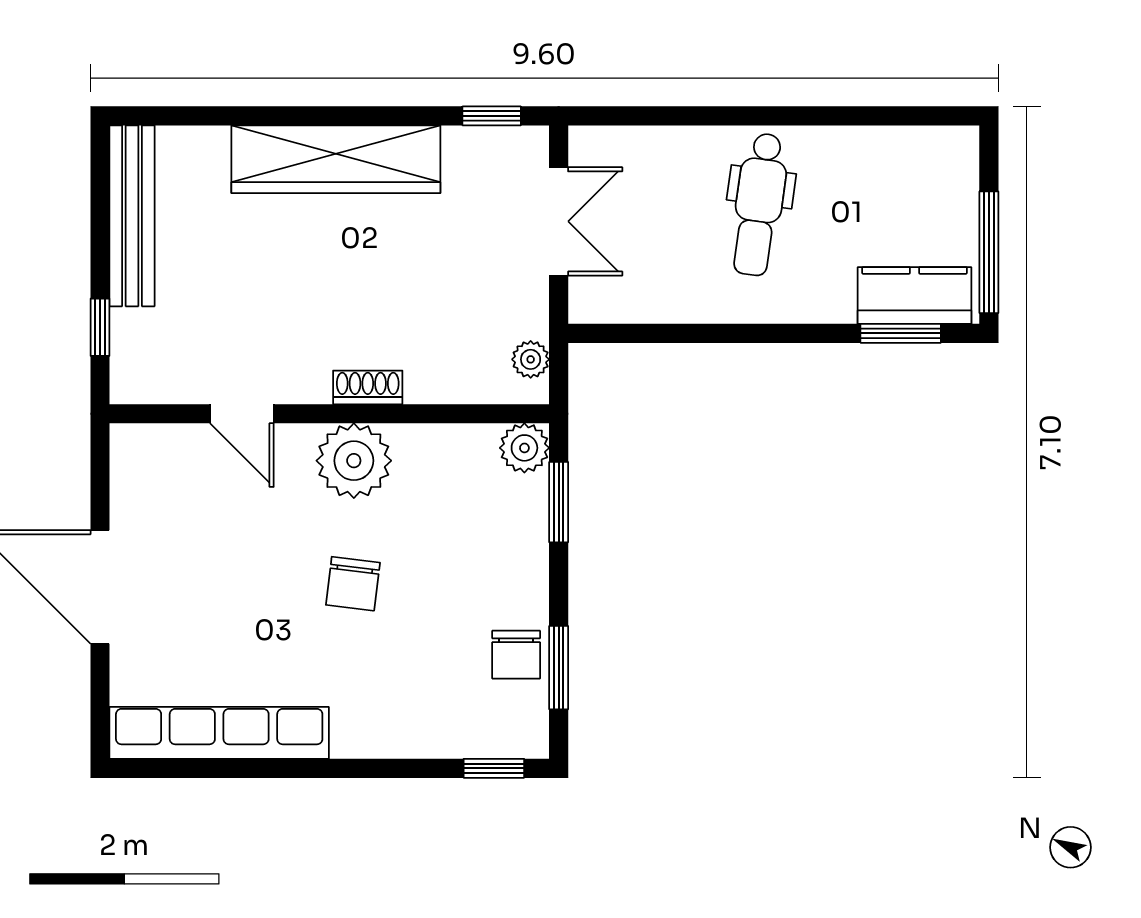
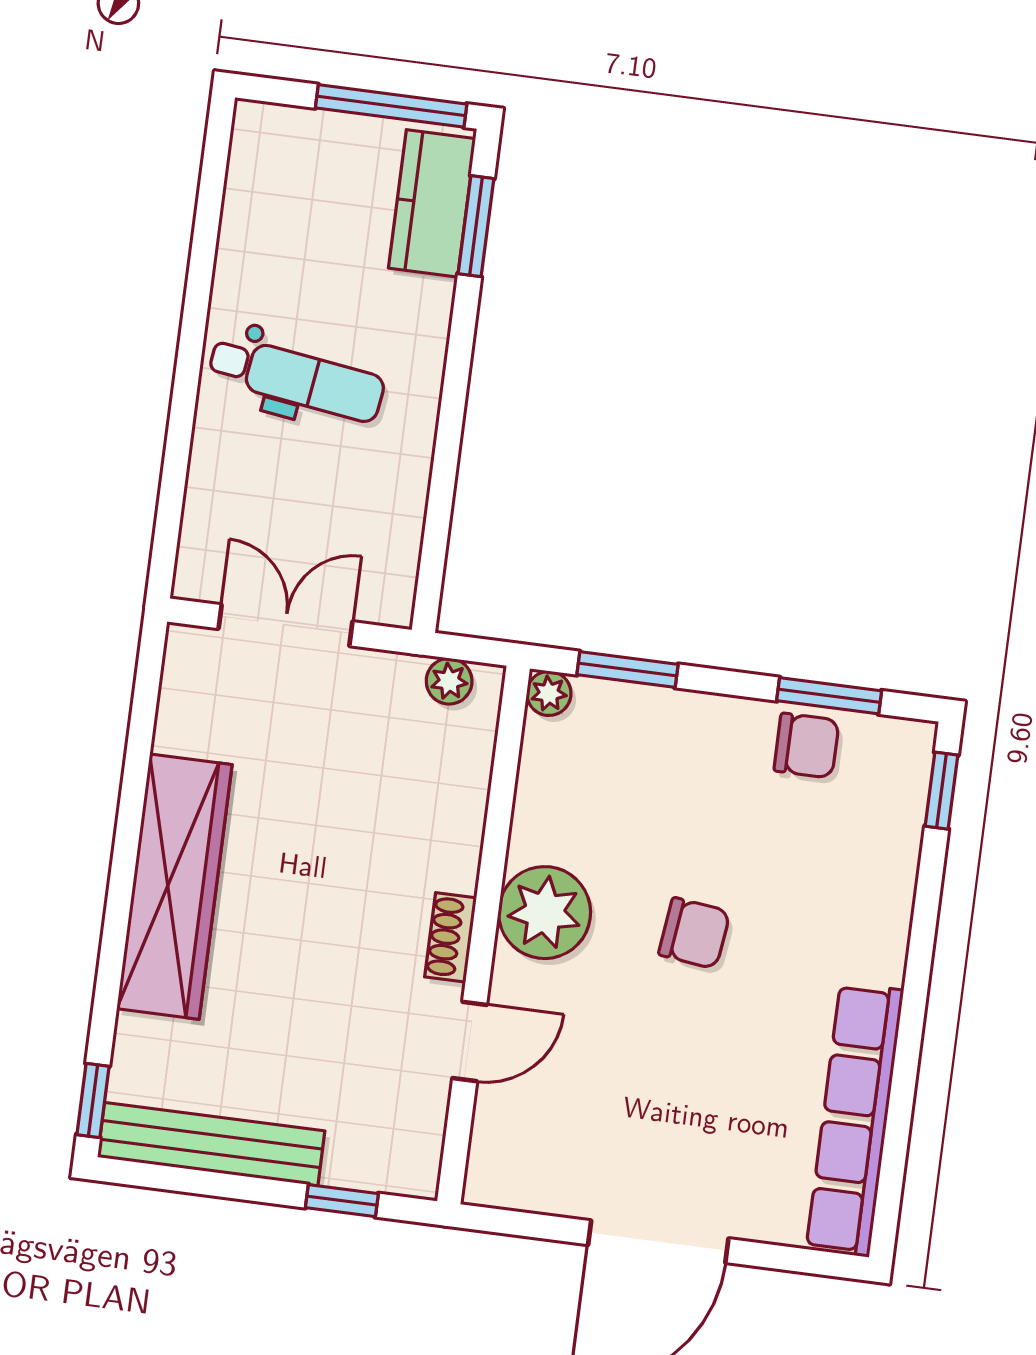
window: (492, 116) -> (93, 1100), moved
shoe rack: (368, 387) -> (451, 937), moved
plant: (524, 448) -> (549, 693), width x0.73, depth x0.73

